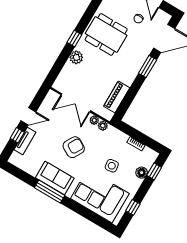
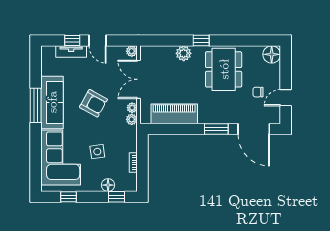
plant: (52, 95) -> (132, 51), added
piano: (117, 97) -> (174, 114), width x1.37, depth x1.33
sofa: (55, 178) -> (52, 102), width x1.36

